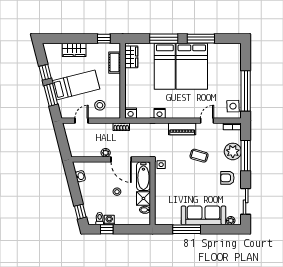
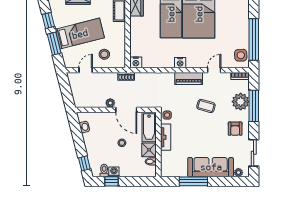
nightstand: (160, 113) -> (180, 63), moved
armchair: (227, 178) -> (235, 129), turned -90
tv unit: (160, 186) -> (166, 137), added

